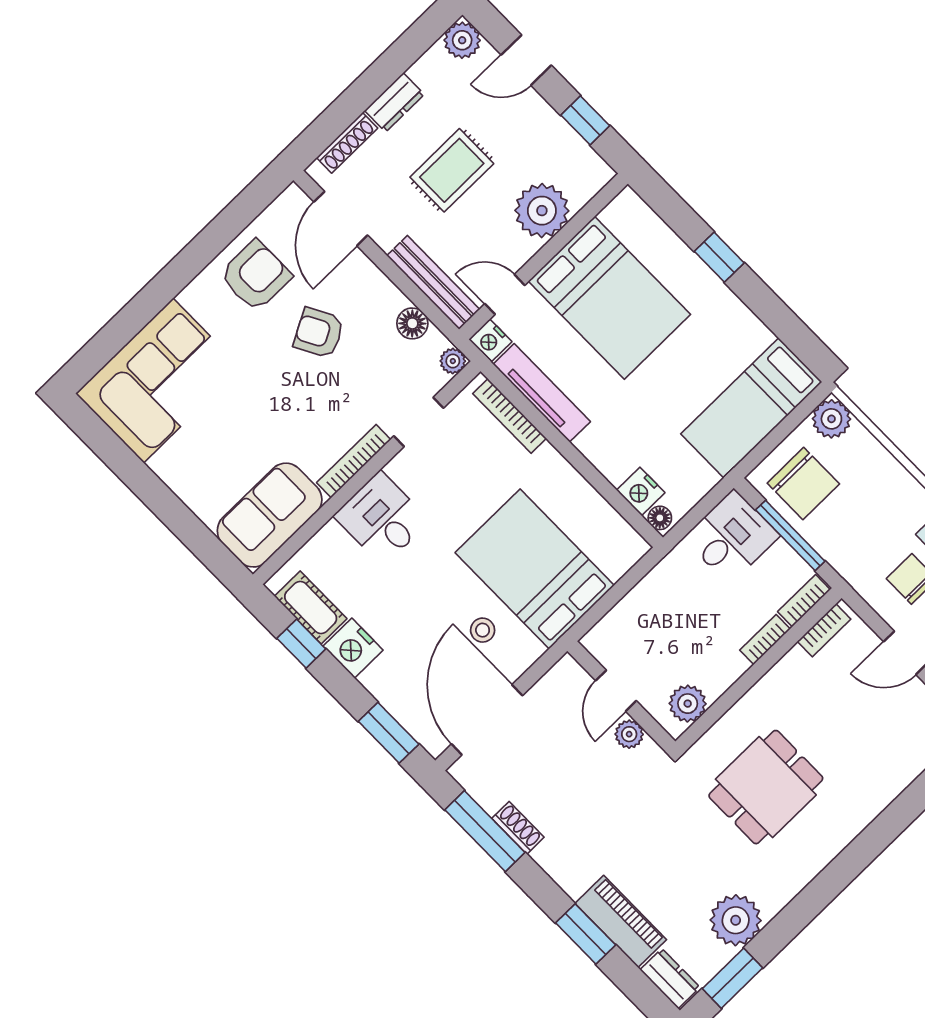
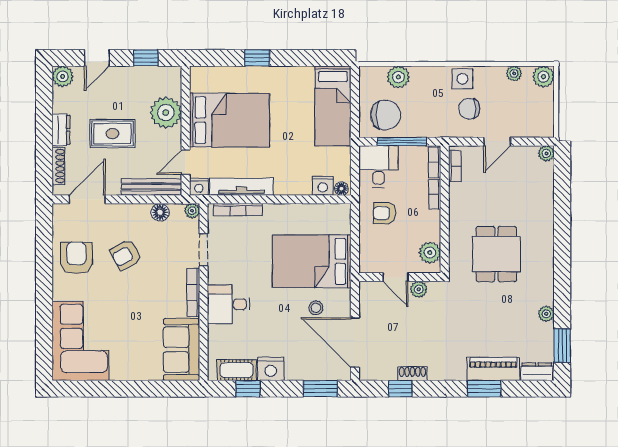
rug: (452, 170) -> (112, 134), turned 90
door: (341, 219) -> (87, 199), swing flipped
plant: (831, 419) -> (398, 77), moved
armchair: (681, 600) -> (384, 213), added
window: (485, 831) -> (400, 389), width x0.46
plant: (736, 920) -> (546, 314), width x0.53, depth x0.53

